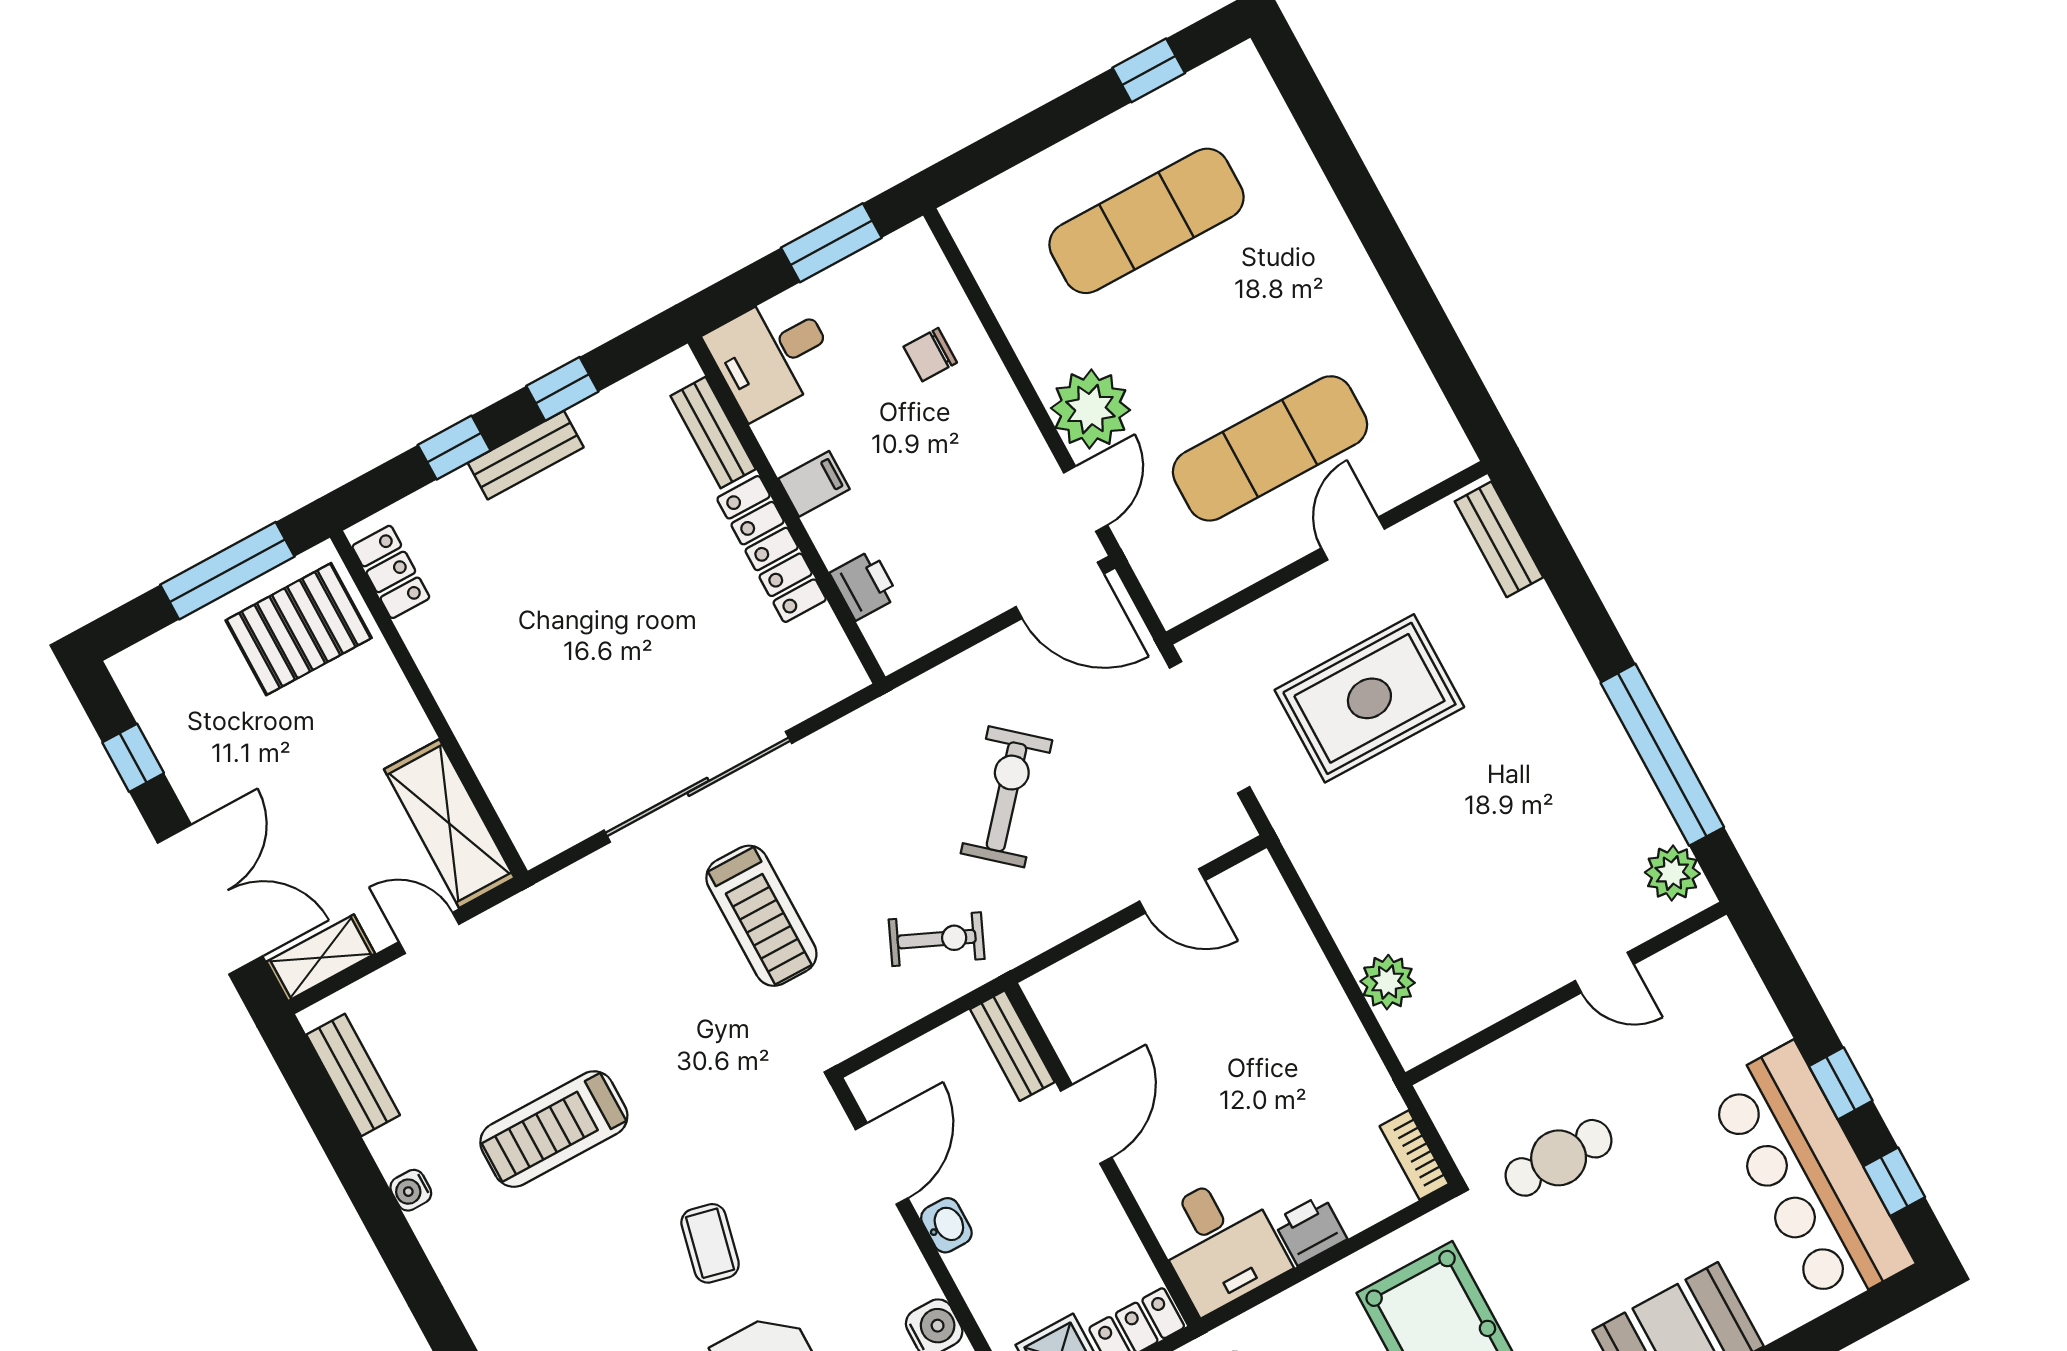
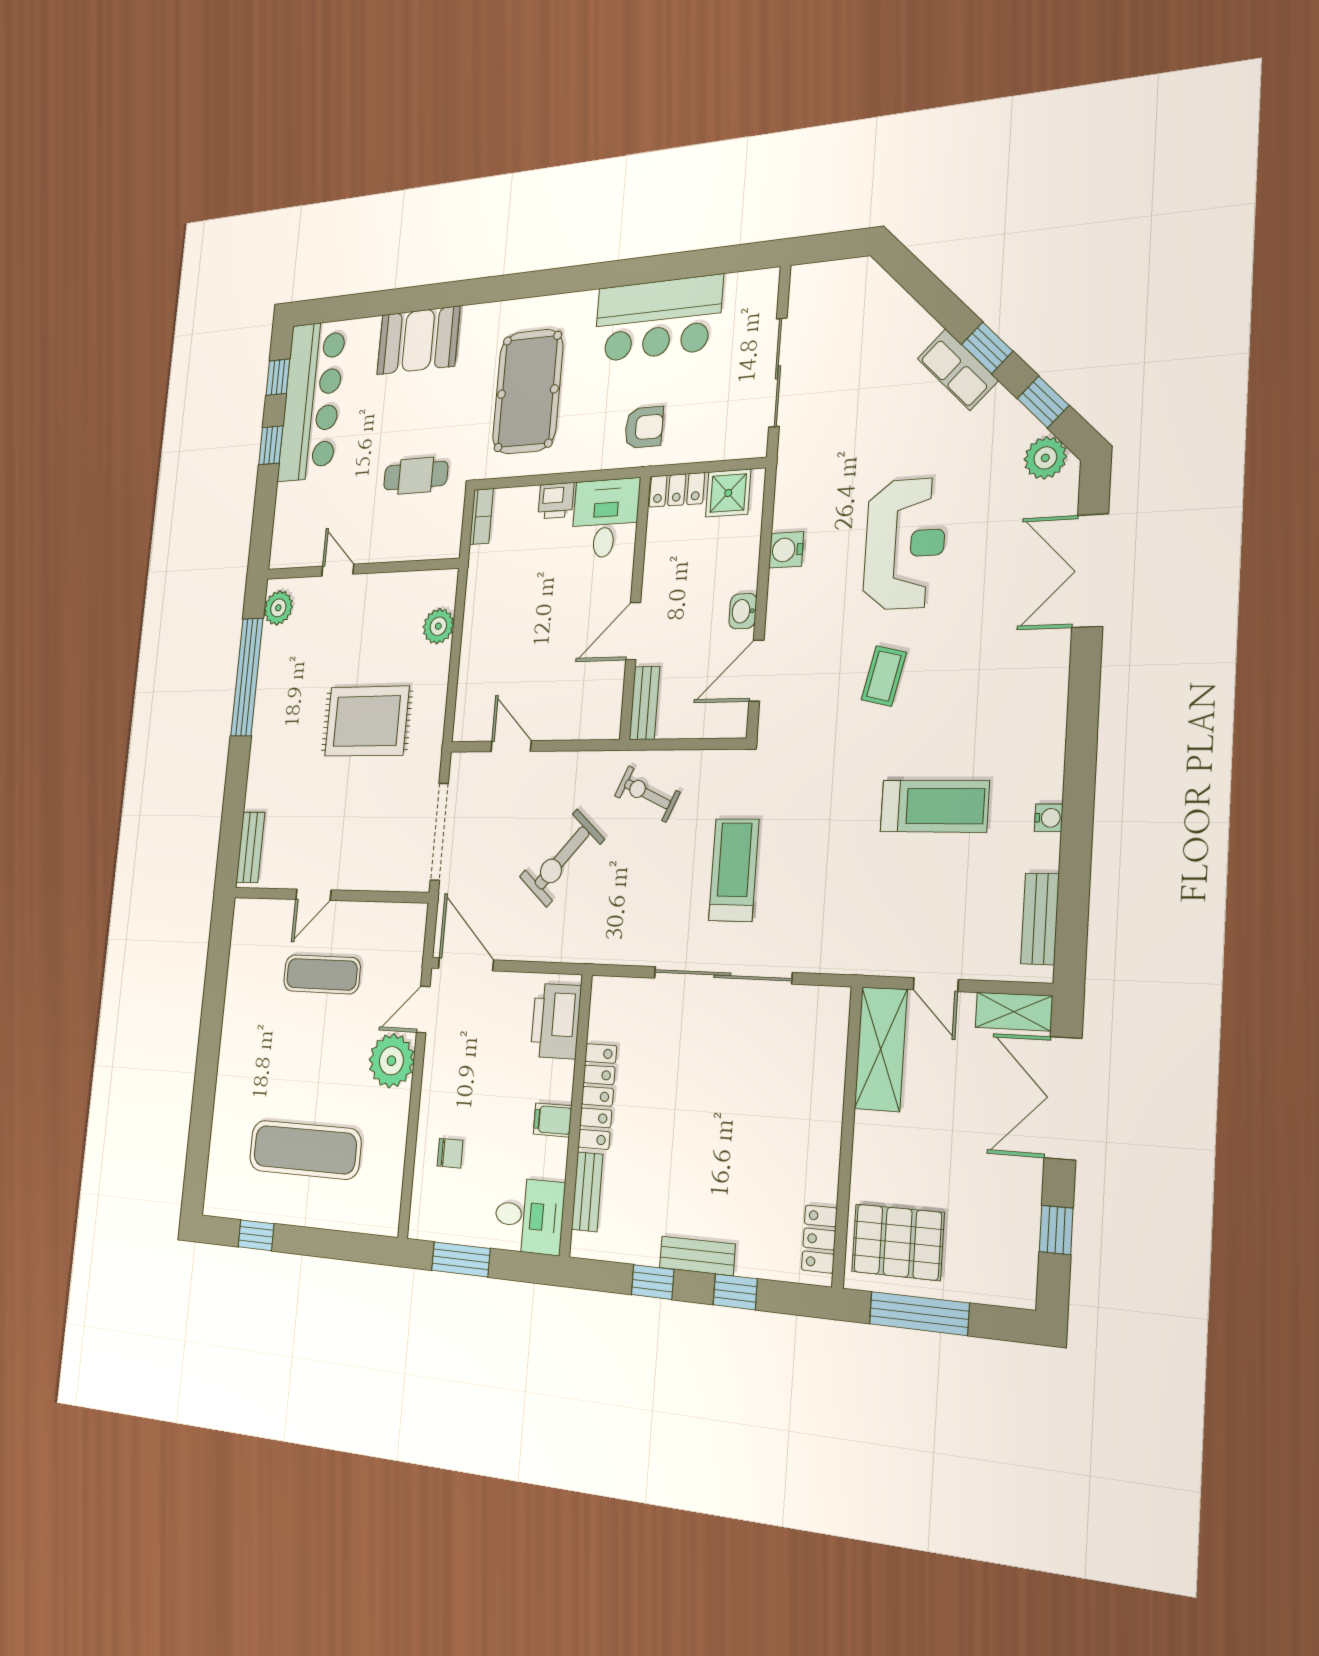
exercise mat: (1270, 448) -> (322, 974), width x0.73, depth x0.69
printer: (864, 585) -> (556, 1021), width x1.87, depth x1.48
rug: (1369, 698) -> (367, 721), moved

